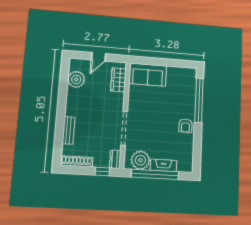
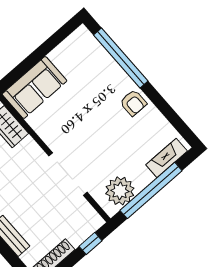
dresser: (115, 159) -> (91, 217), removed
fireplace: (164, 165) -> (167, 158), moved

